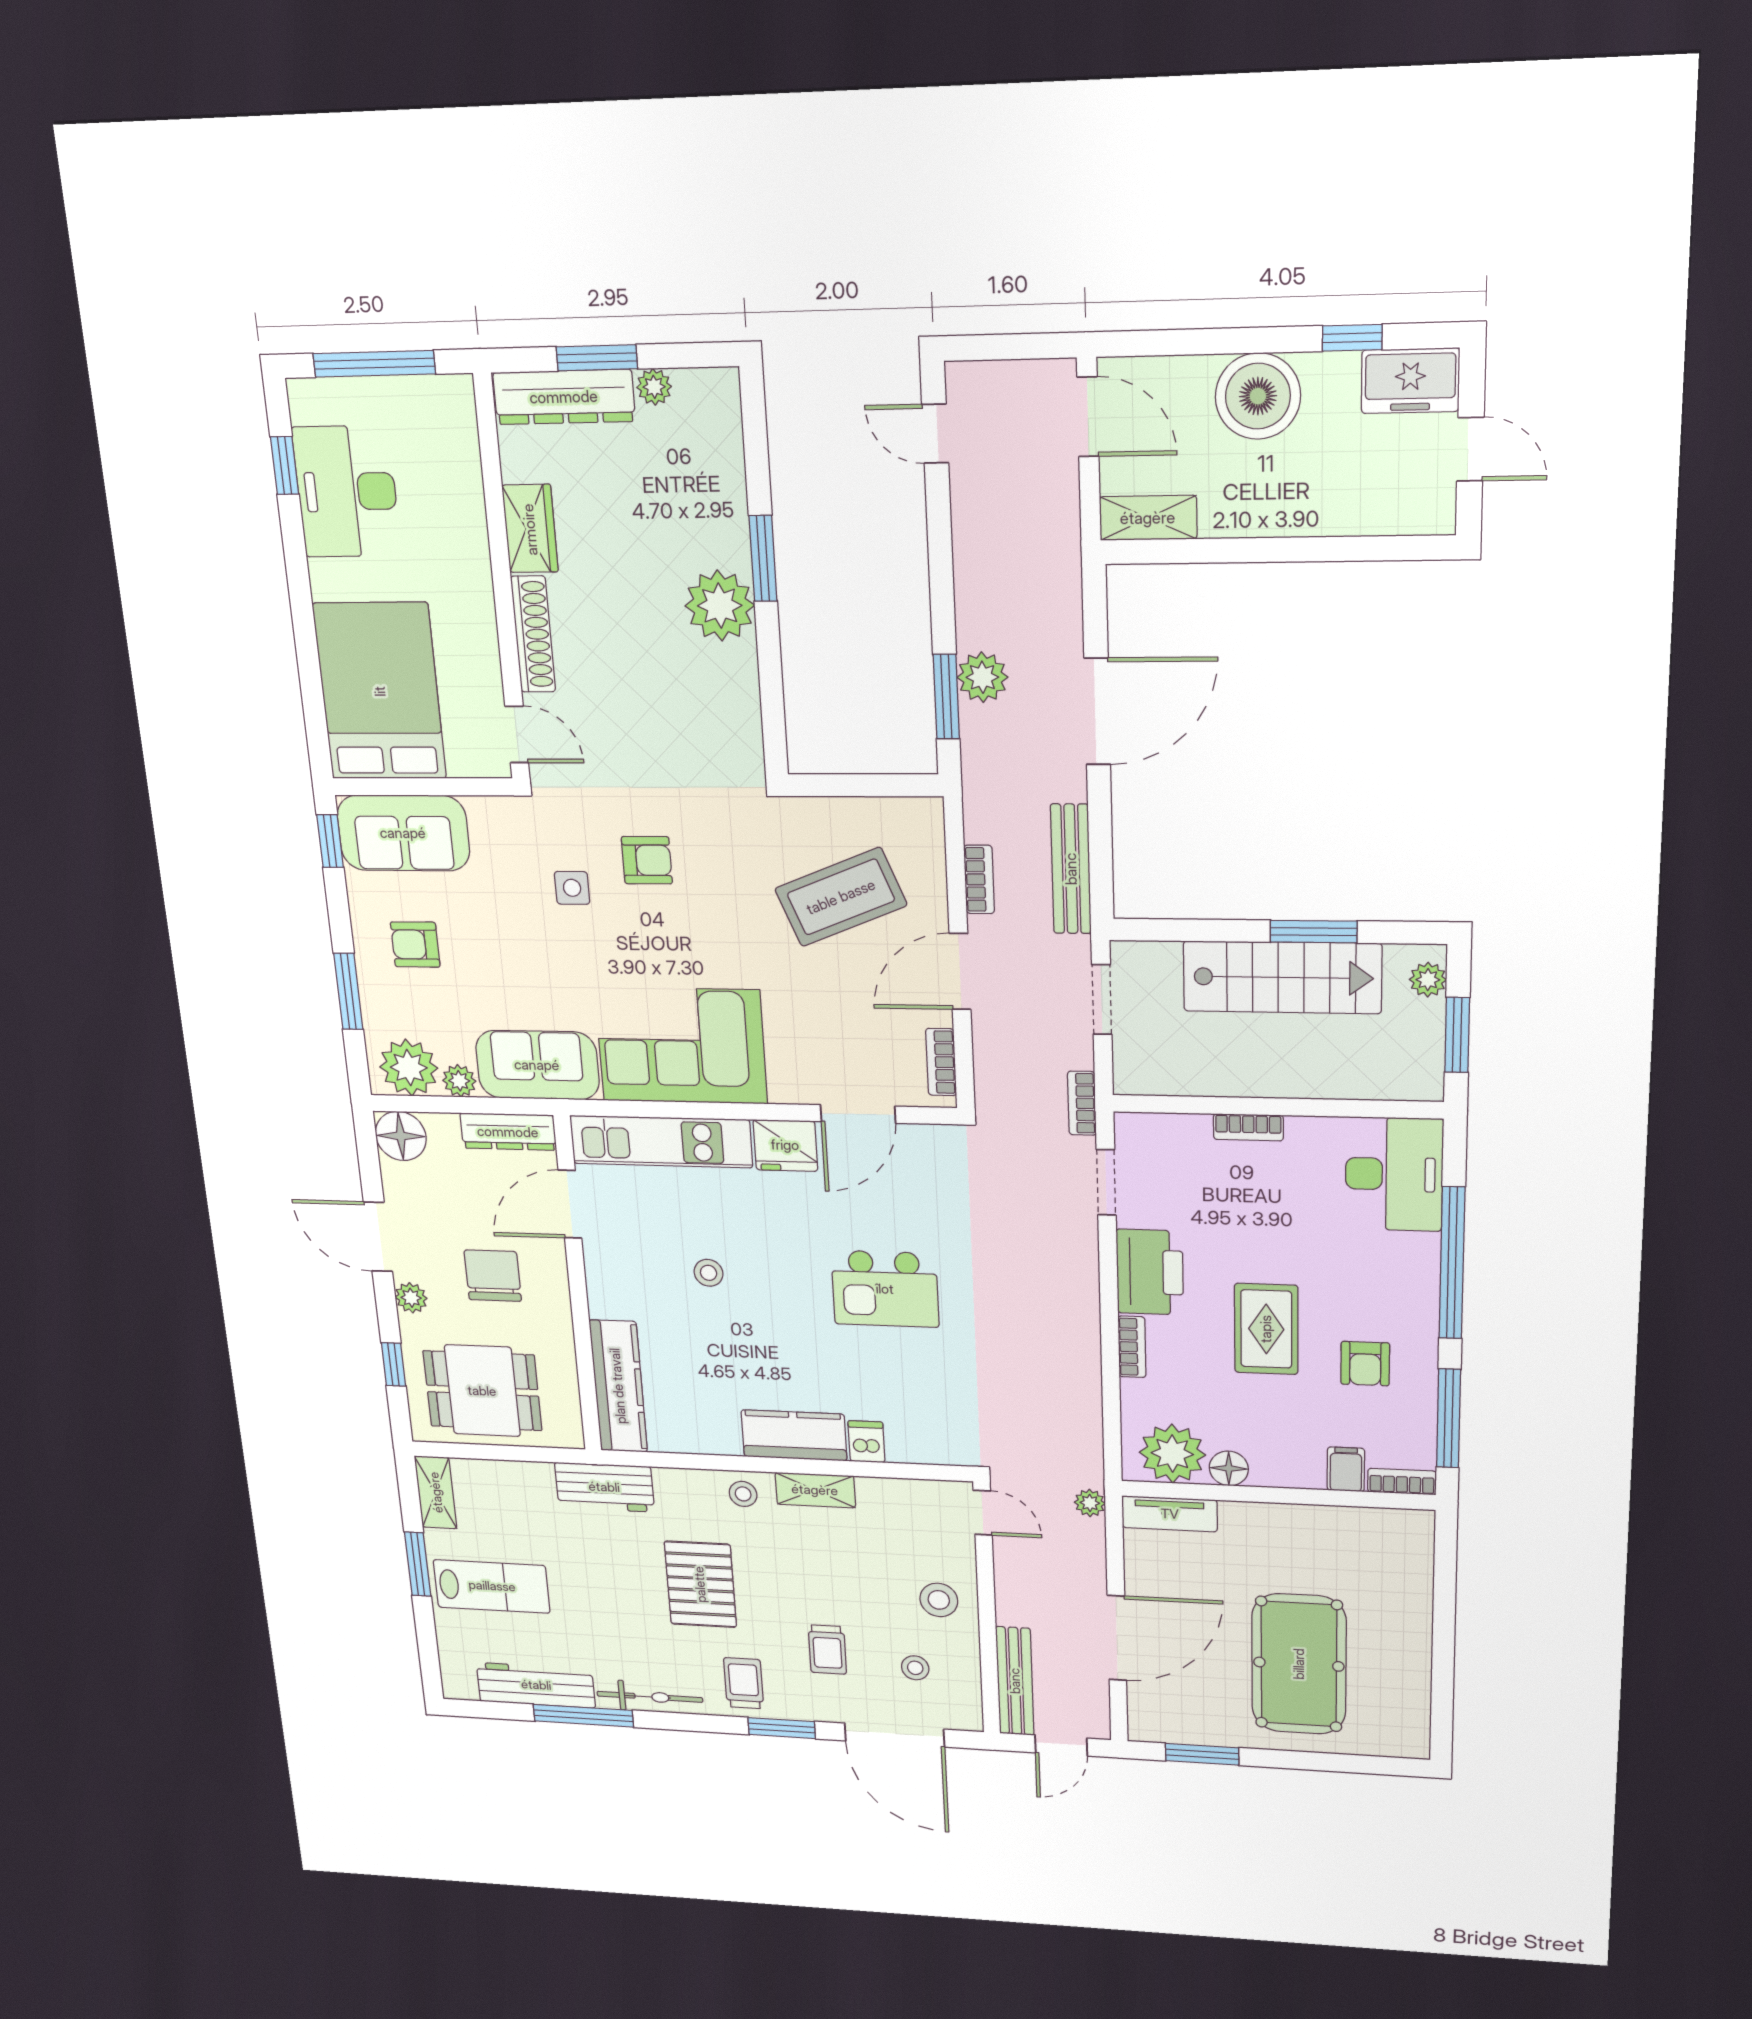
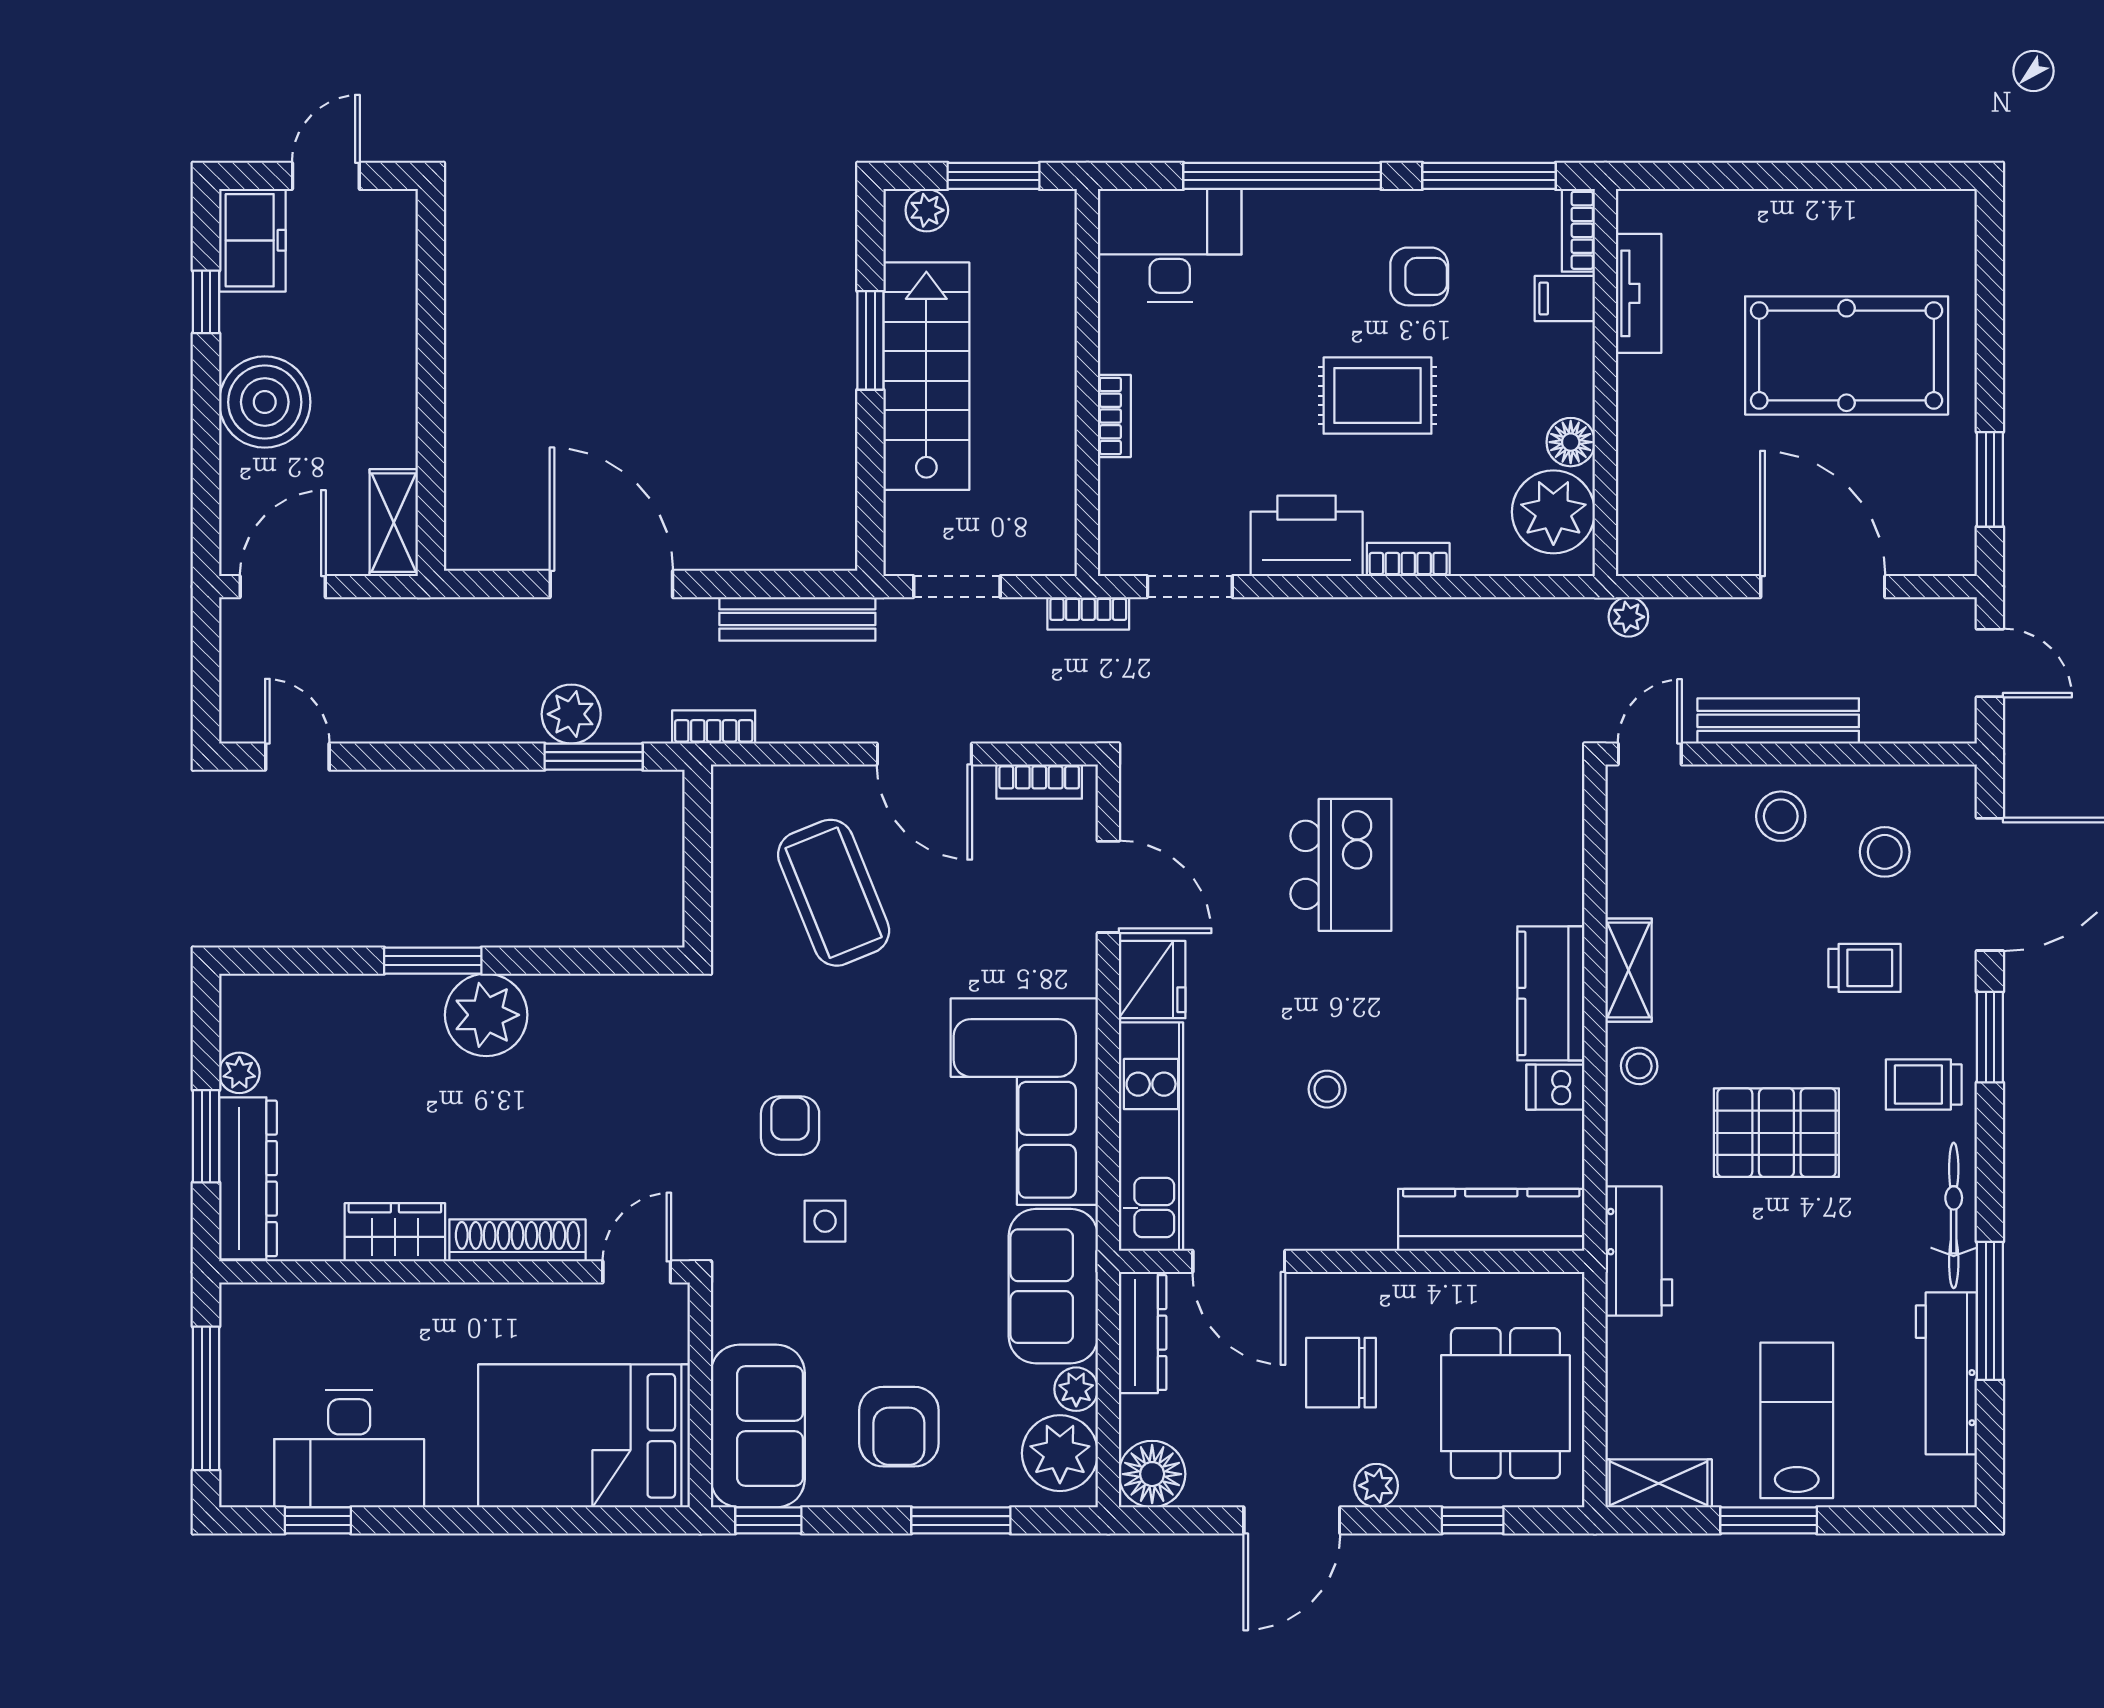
door: (935, 434) -> (297, 757), swing flipped
bookcase: (979, 879) -> (714, 727), moved
armchair: (415, 945) -> (899, 1427), width x1.38, depth x1.38
dishwasher: (866, 1442) -> (1555, 1087), moved
tv unit: (1170, 1514) -> (1639, 293), moved
stool: (915, 1668) -> (1885, 852), width x1.37, depth x1.37
bench: (1015, 1681) -> (1778, 721), moved

